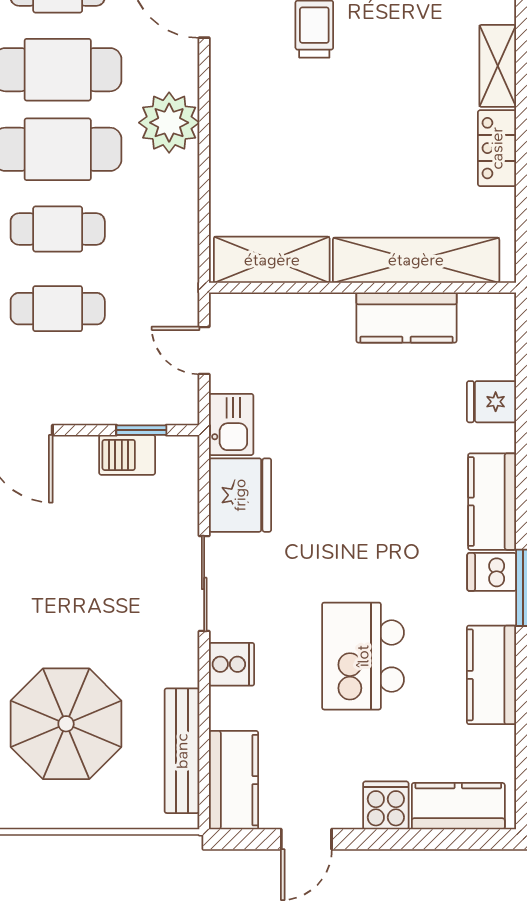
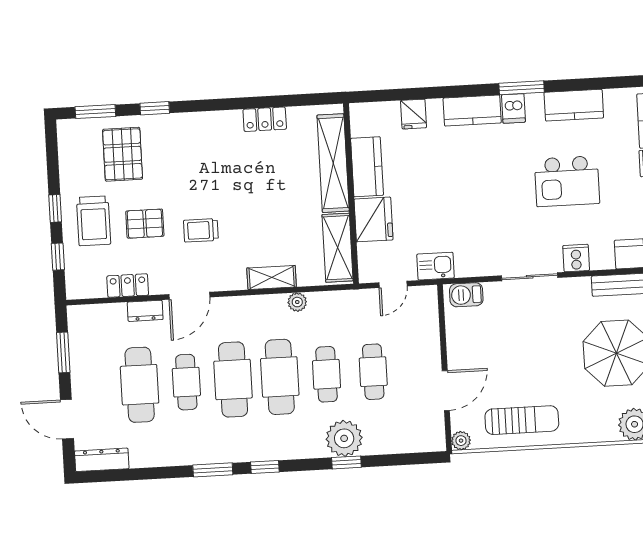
shelving: (498, 66) -> (272, 277), moved
plant: (169, 123) -> (297, 302), moved, width x0.53, depth x0.53
window: (141, 430) -> (442, 319), removed
barbecue: (127, 455) -> (466, 295), moved, turned 90
fridge: (240, 495) -> (374, 219), moved, turned 90

